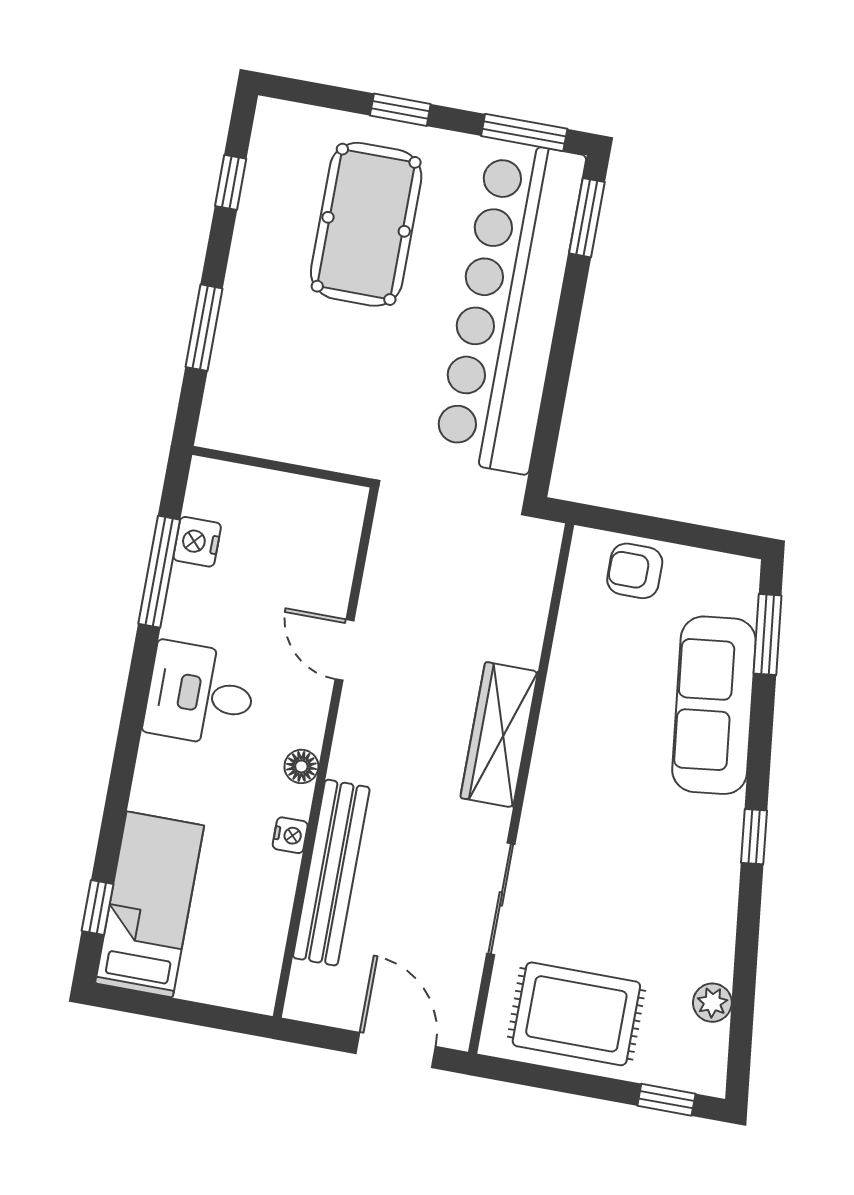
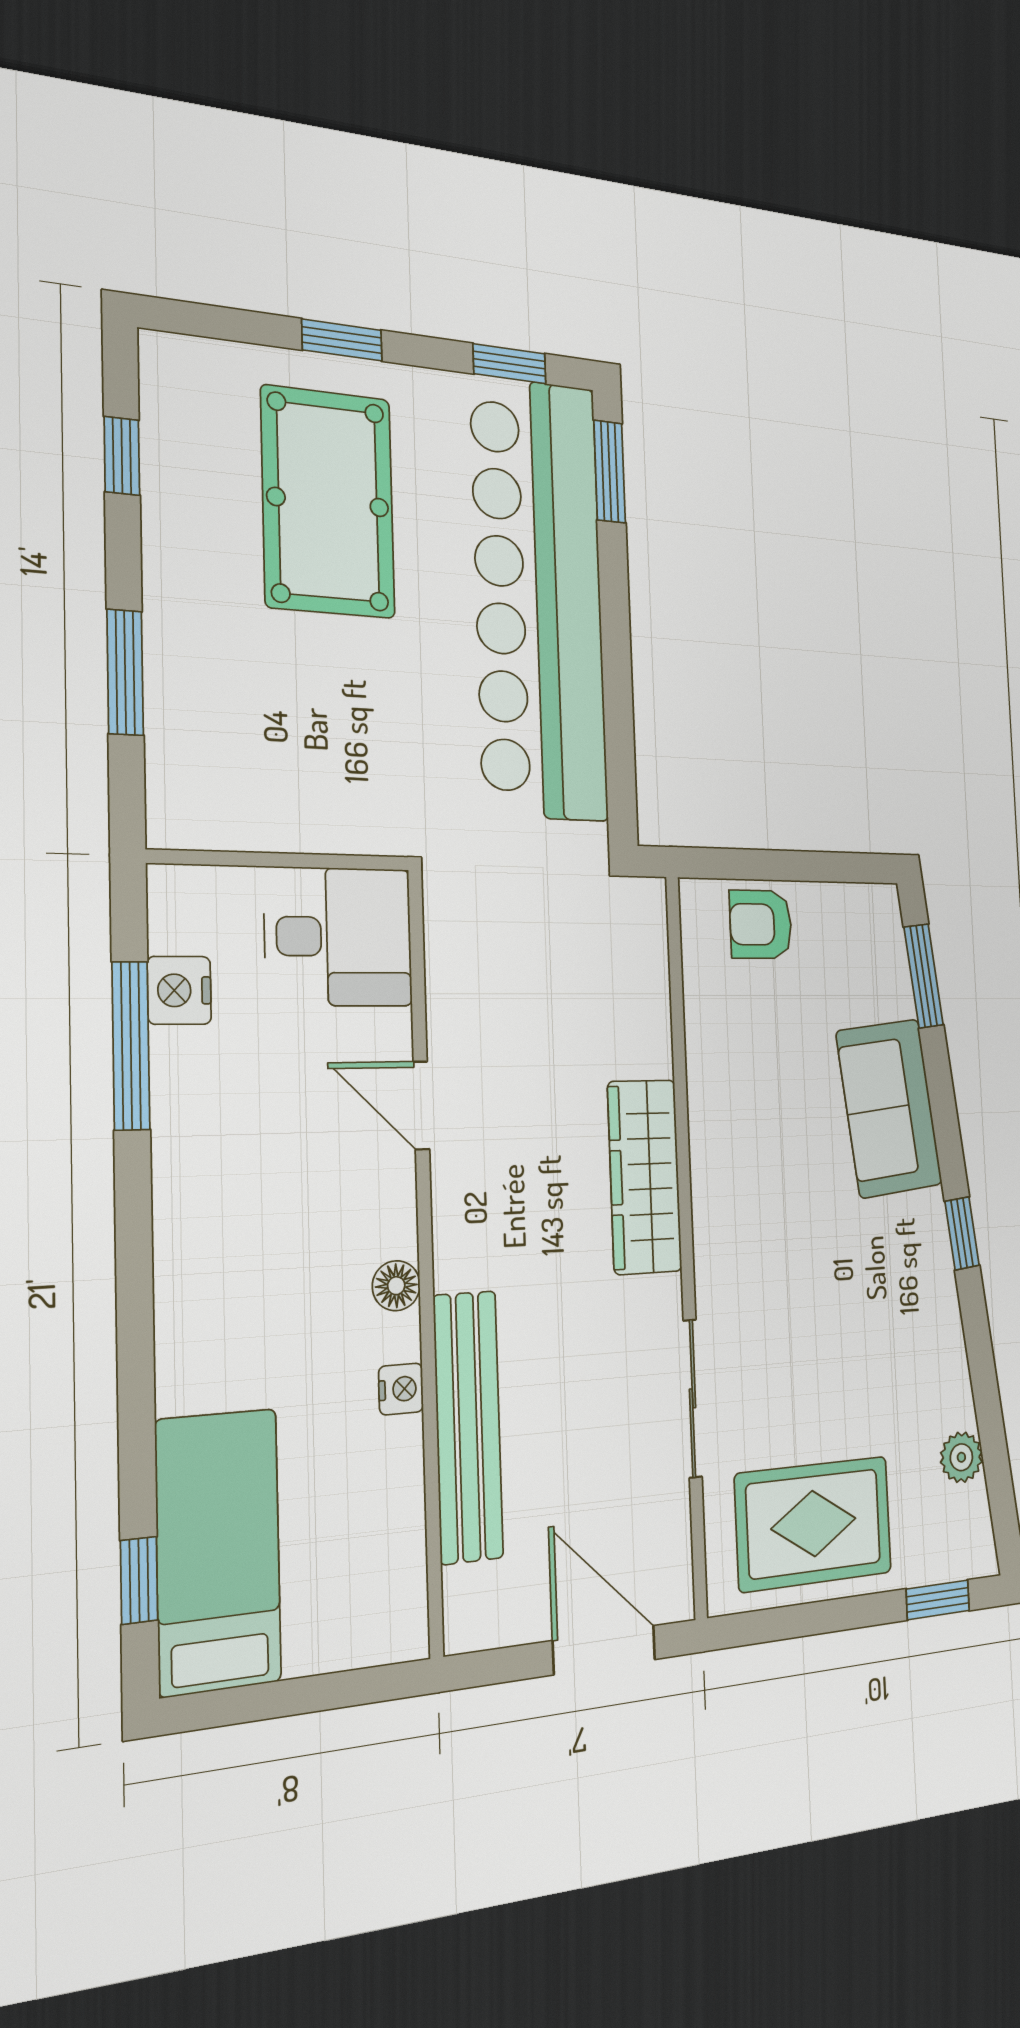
window: (524, 132) -> (509, 364), width x0.67
desk: (200, 694) -> (339, 937), moved, turned 180
sofa: (714, 705) -> (889, 1108), width x0.73

